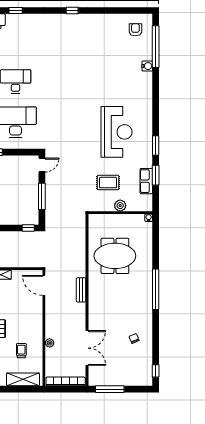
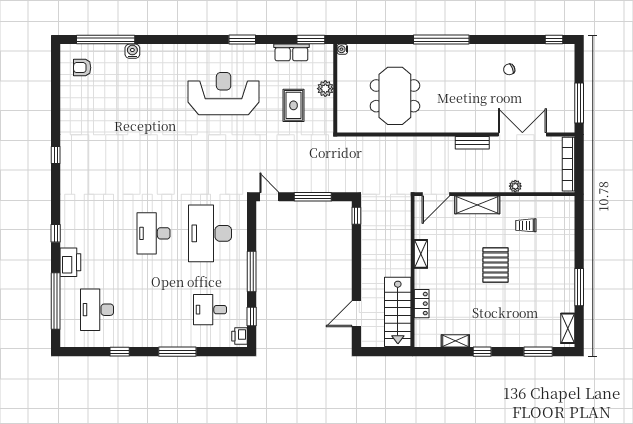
window: (156, 175) -> (311, 40), moved
bench: (81, 290) -> (472, 143), moved
shelving: (23, 379) -> (477, 205), moved, turned 90

